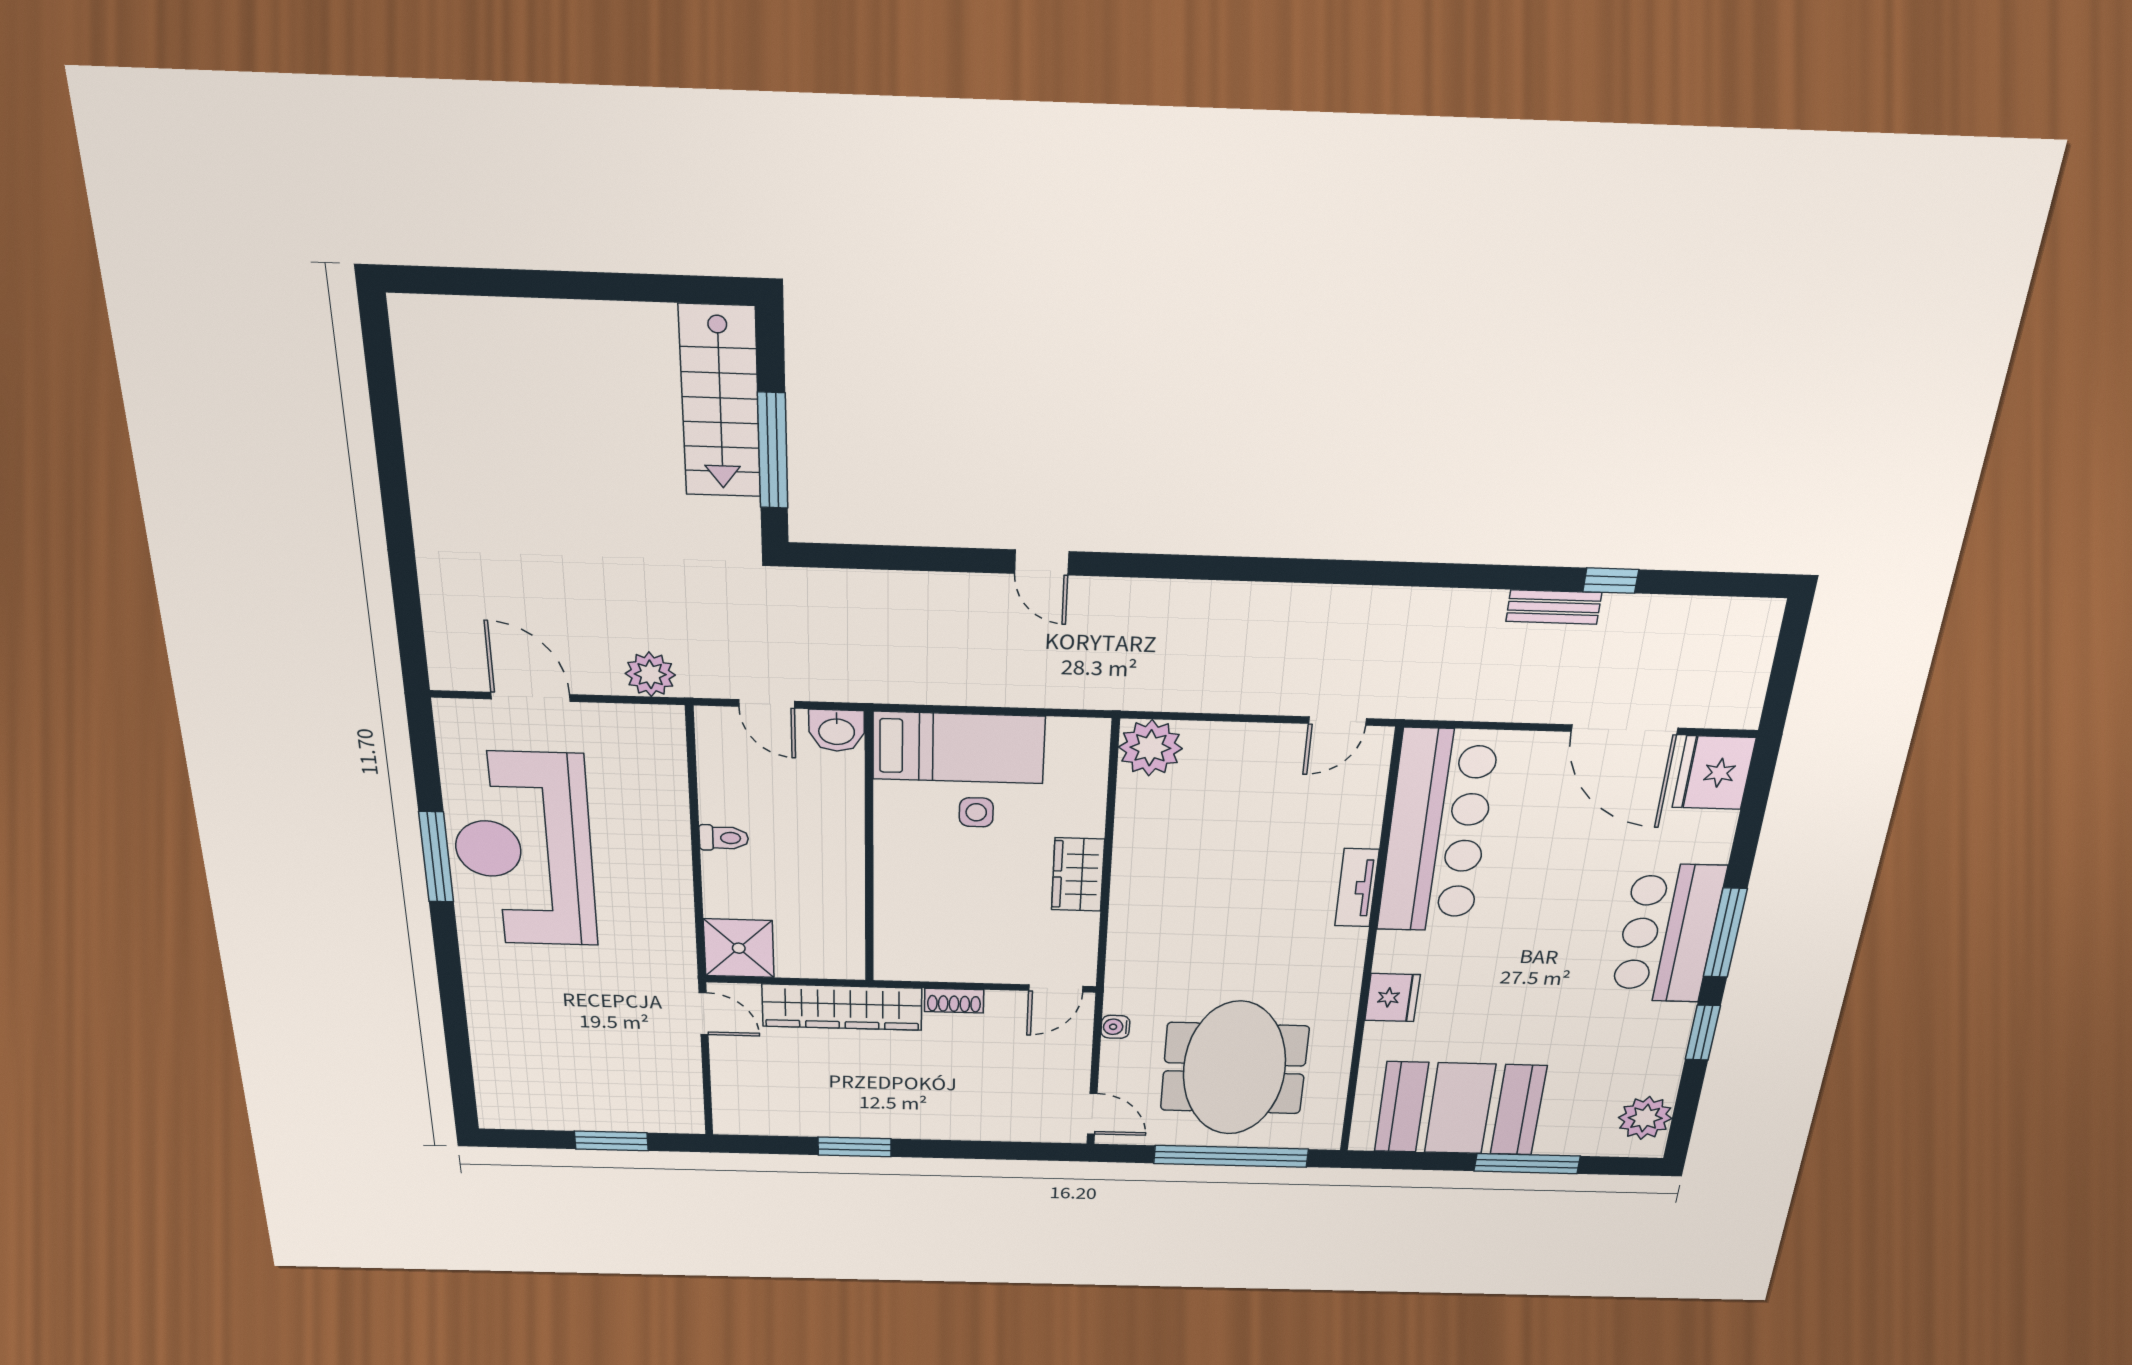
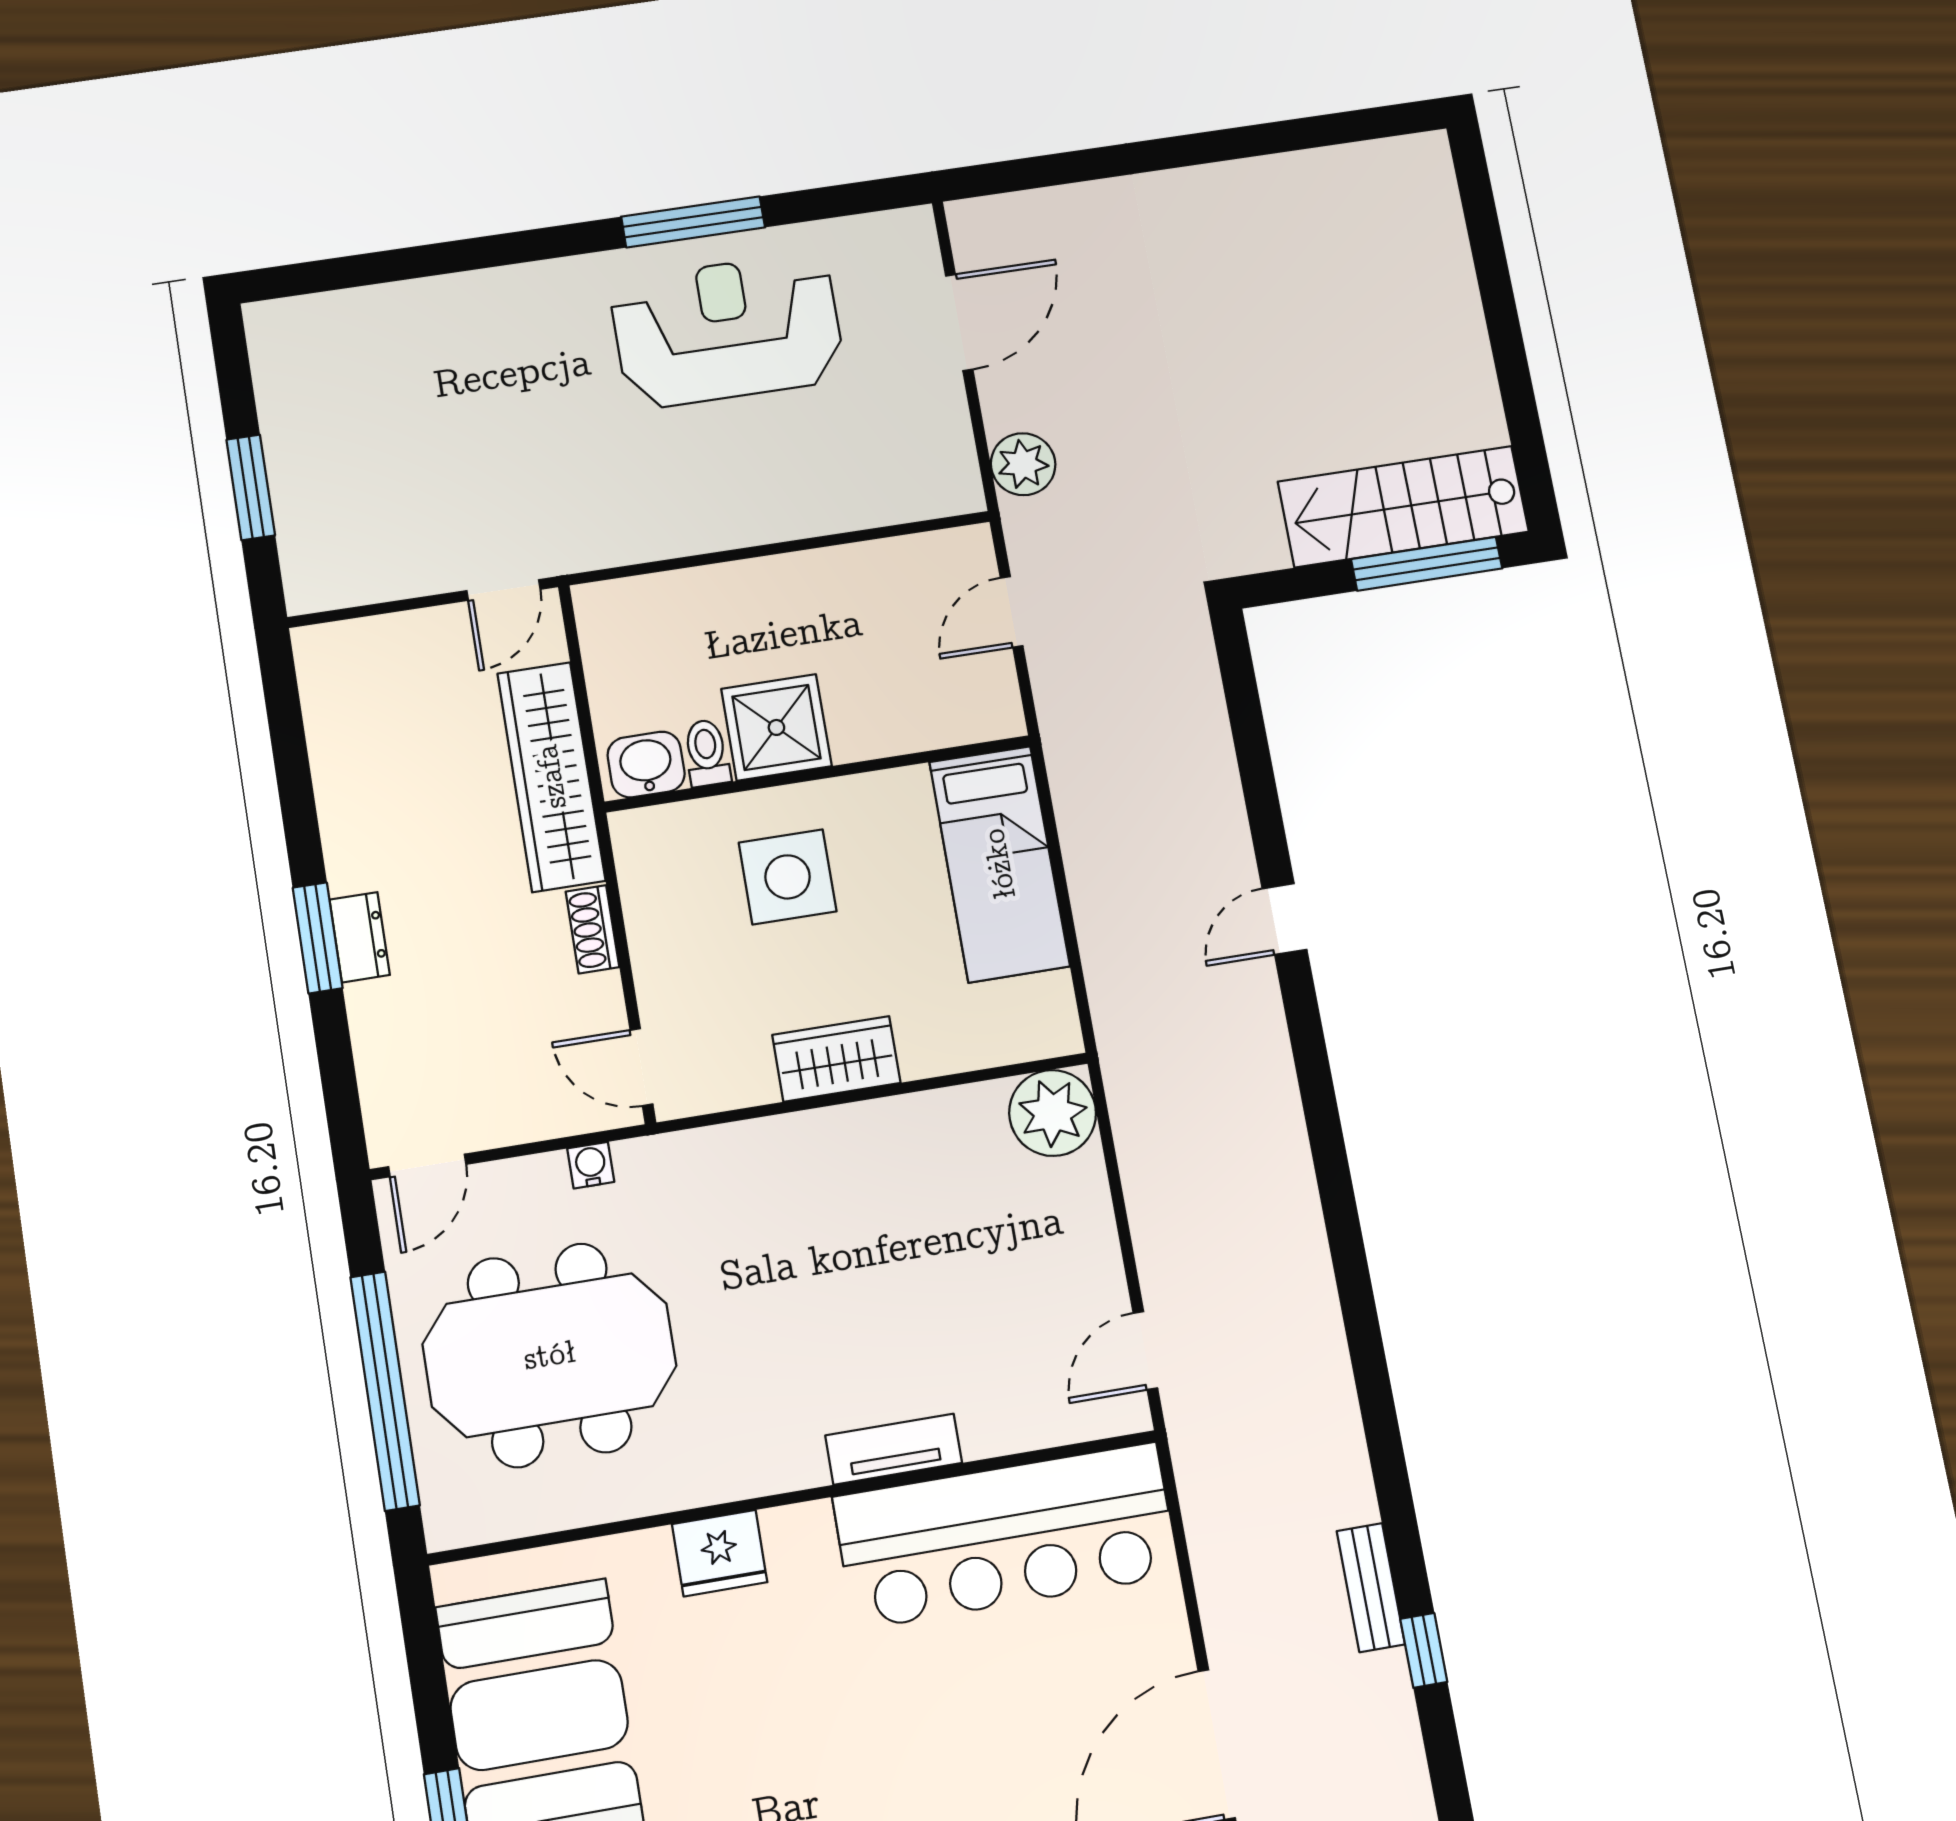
window: (773, 451) -> (1427, 564), moved
door: (1337, 721) -> (1145, 1350), hinge flipped
washbasin: (837, 731) -> (646, 765), moved, turned 90
side table: (976, 812) -> (788, 877), moved, width x1.87, depth x1.87
toilet: (724, 838) -> (707, 753), moved, turned 180
reception desk: (523, 850) -> (727, 330), width x0.74, depth x0.77
shower: (739, 948) -> (776, 727), moved
dresser: (932, 1127) -> (360, 937), added
window: (855, 1147) -> (318, 938), moved

